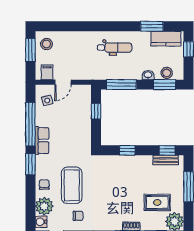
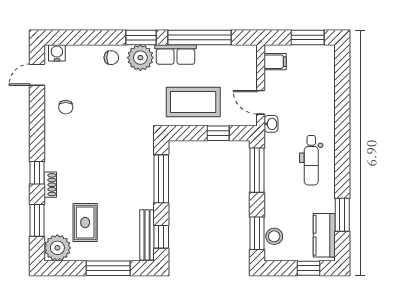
stool: (46, 44) -> (316, 61), removed
washbasin: (148, 75) -> (271, 124), moved
door: (63, 82) -> (261, 102), moved
side table: (47, 101) -> (234, 62), removed
window: (127, 150) -> (161, 179), width x2.17
bench: (166, 160) -> (147, 235), width x1.36
coffee table: (72, 185) -> (193, 102), moved
plant: (44, 206) -> (140, 58), moved

